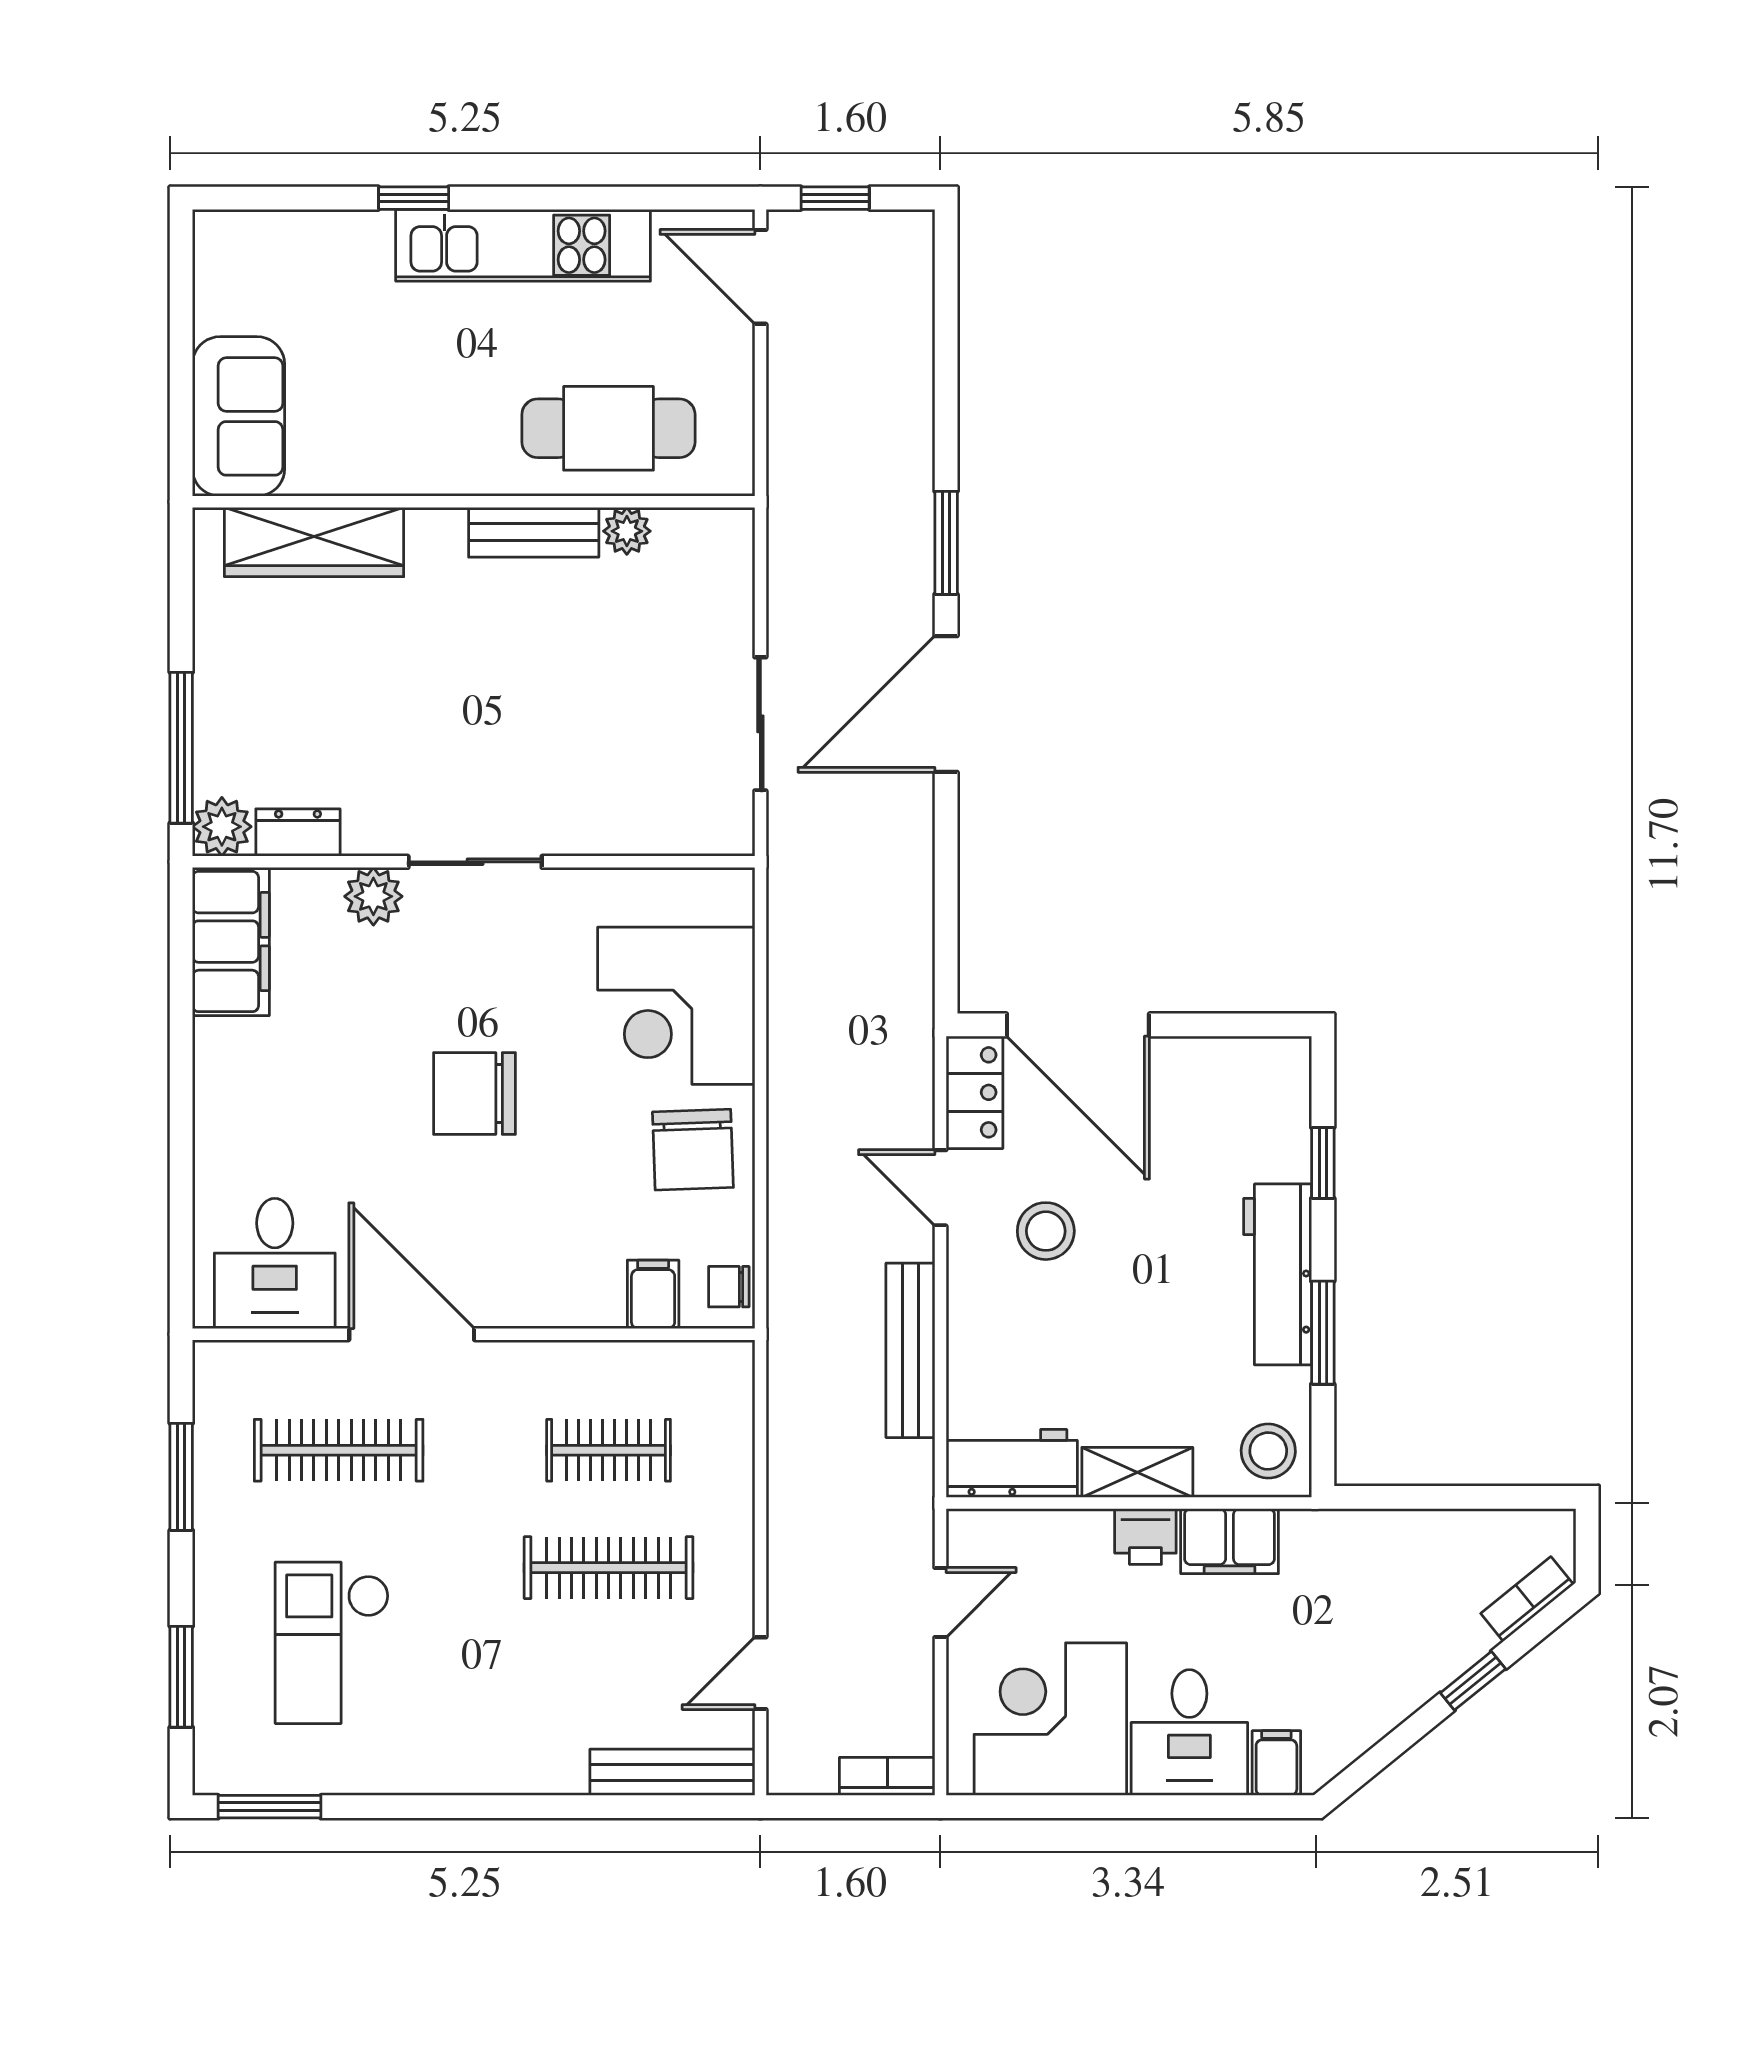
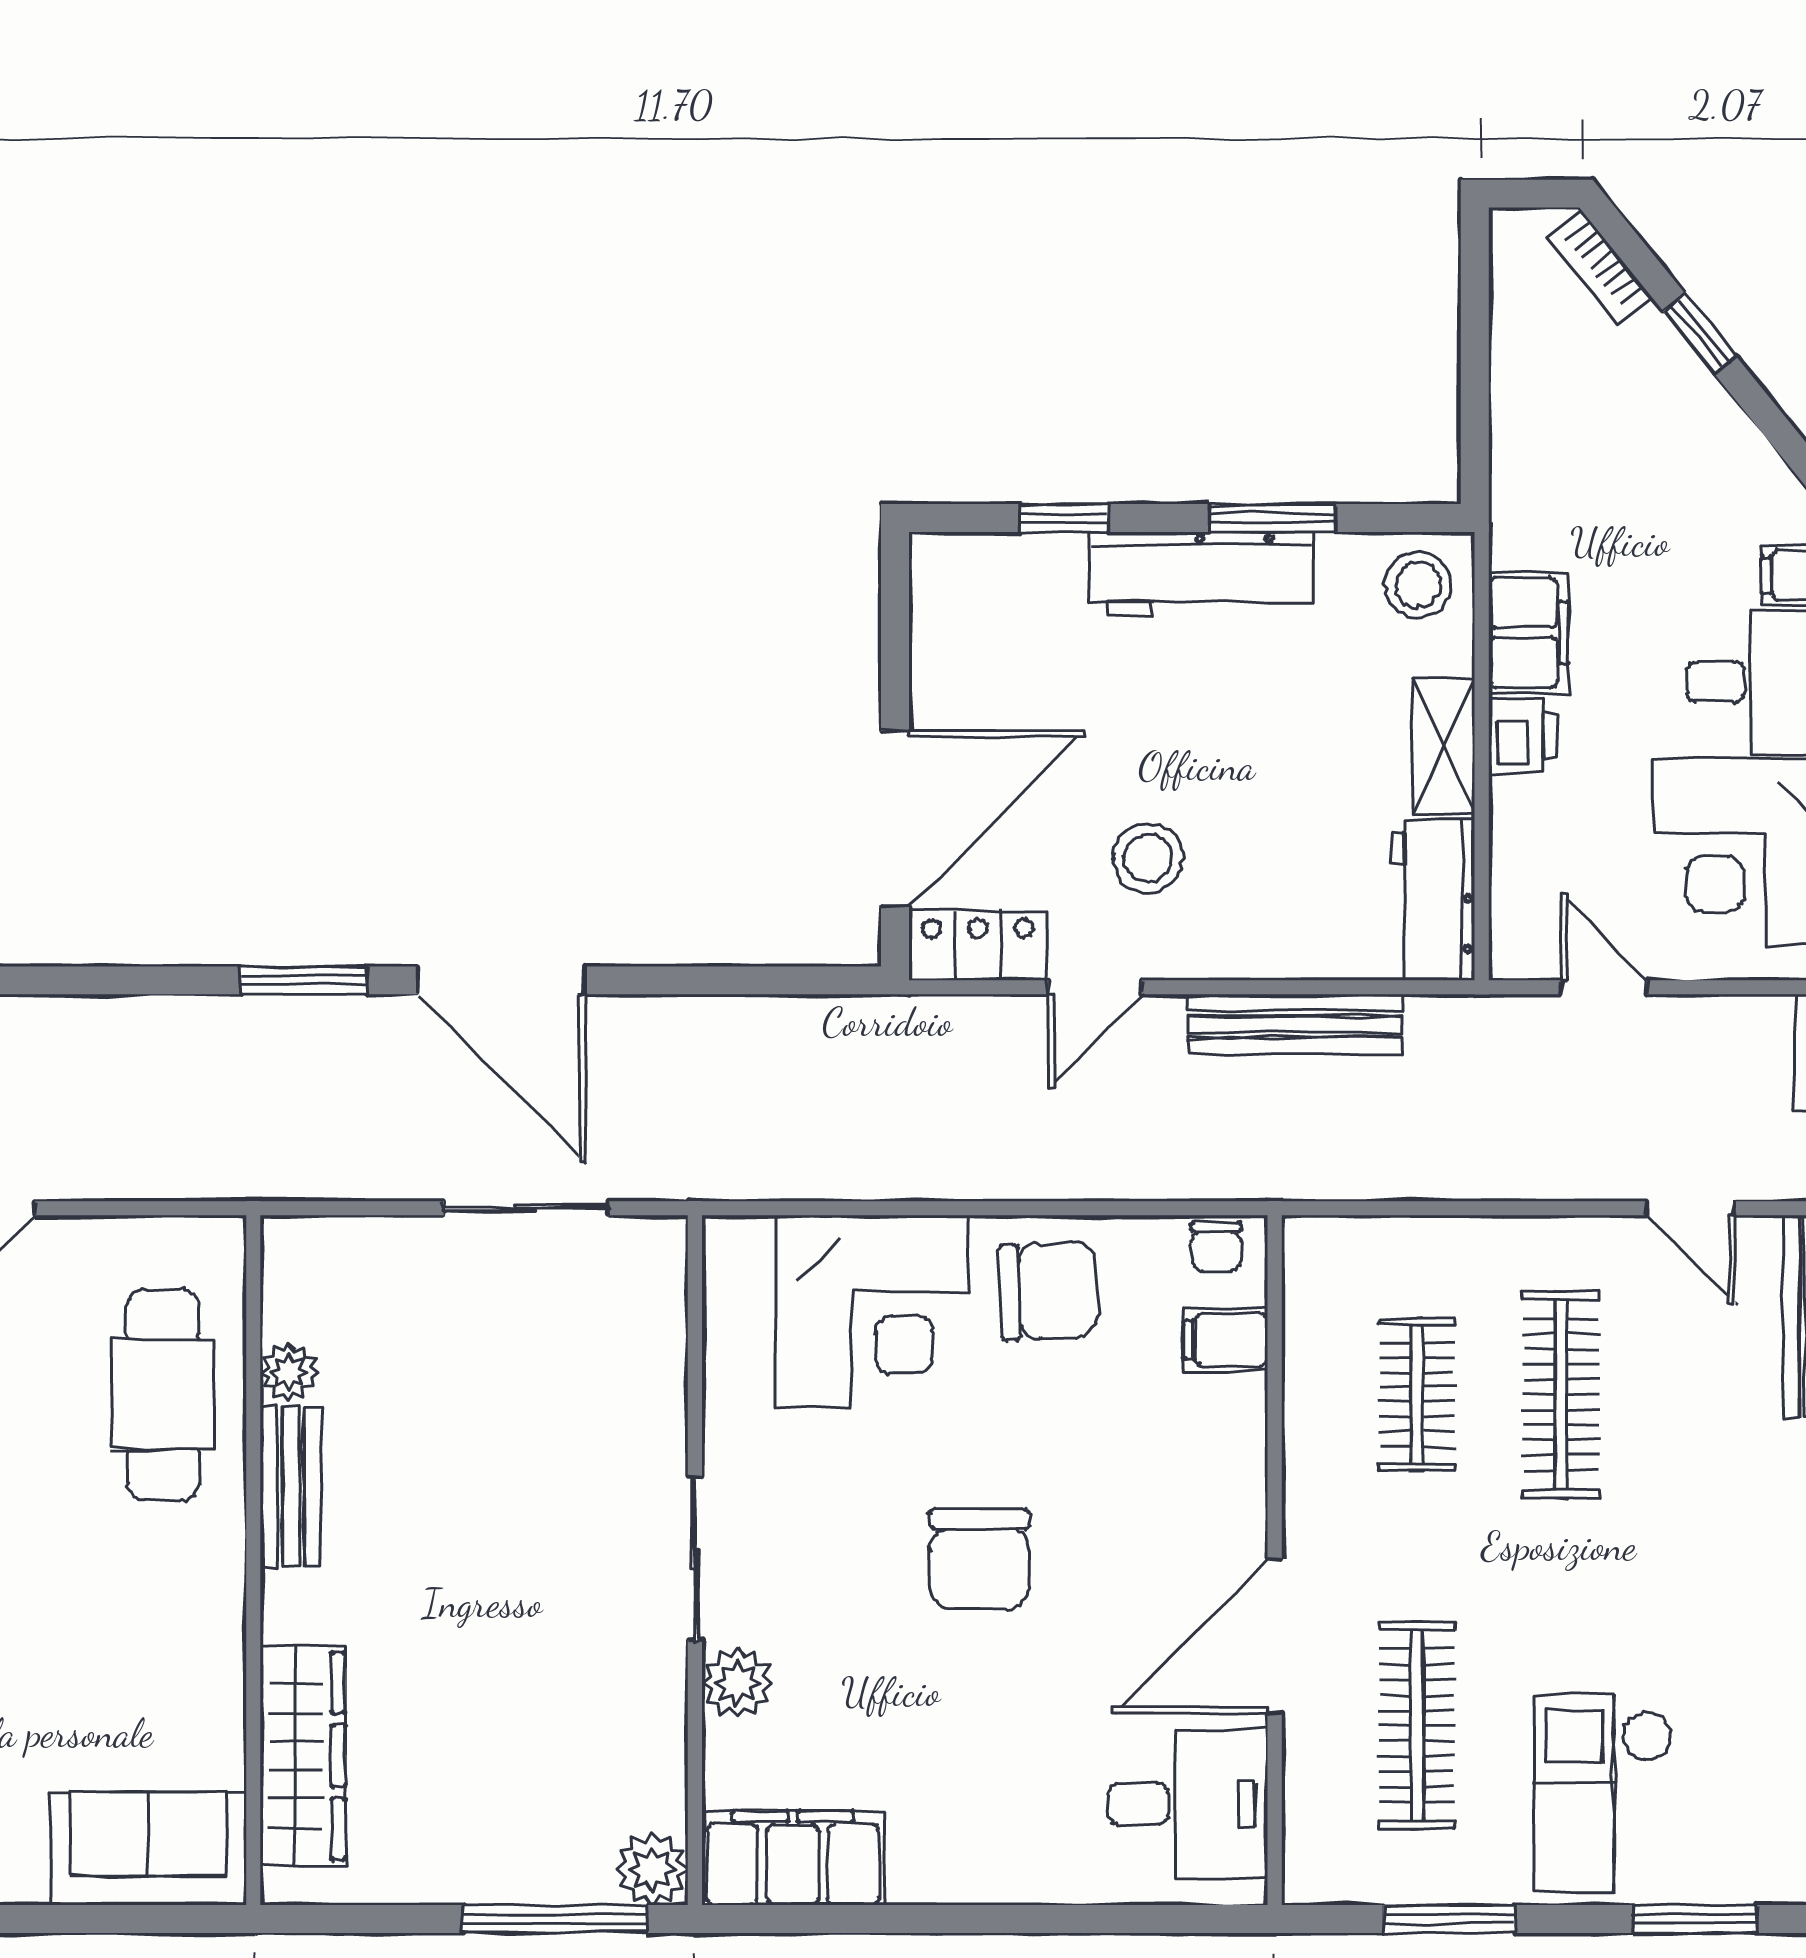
dresser: (298, 832) -> (659, 1776), removed
checkout: (332, 1643) -> (1602, 1794), moved, turned 90

